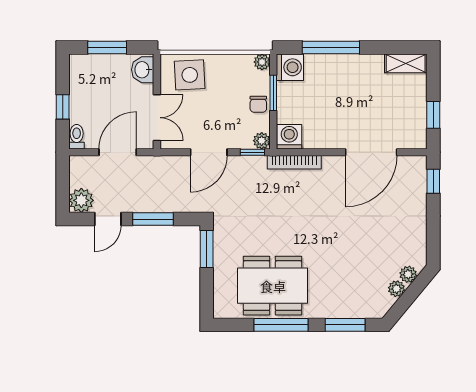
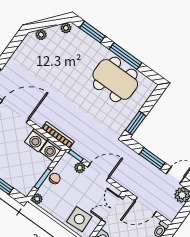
washing machine: (290, 67) -> (36, 140), moved, turned -90
plant: (262, 141) -> (80, 168), moved
plant: (396, 289) -> (66, 28), moved

